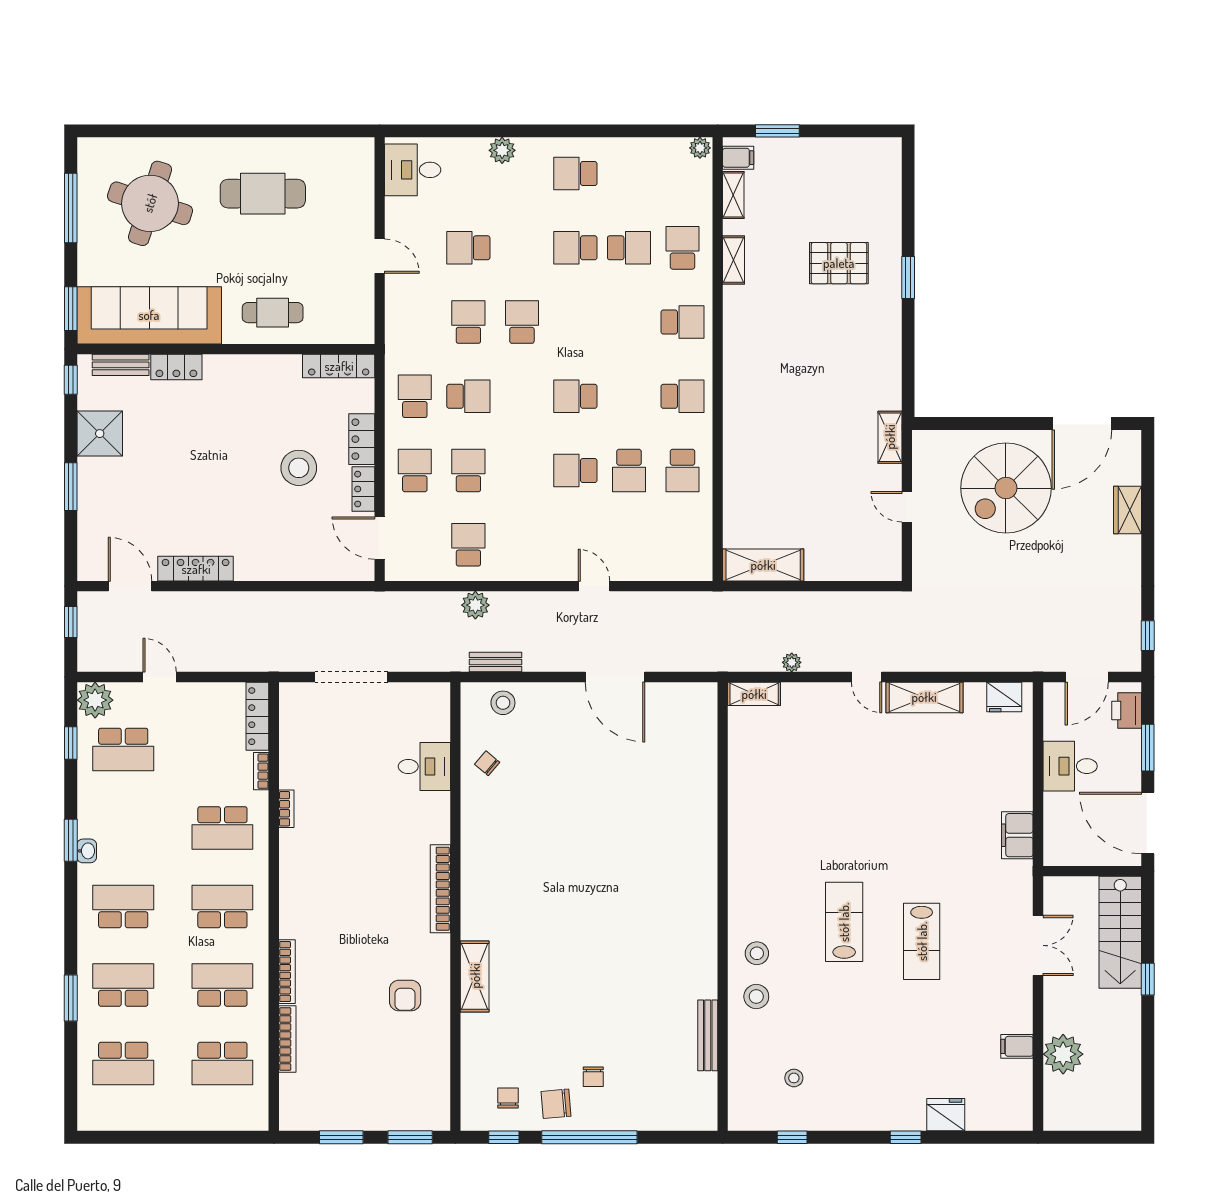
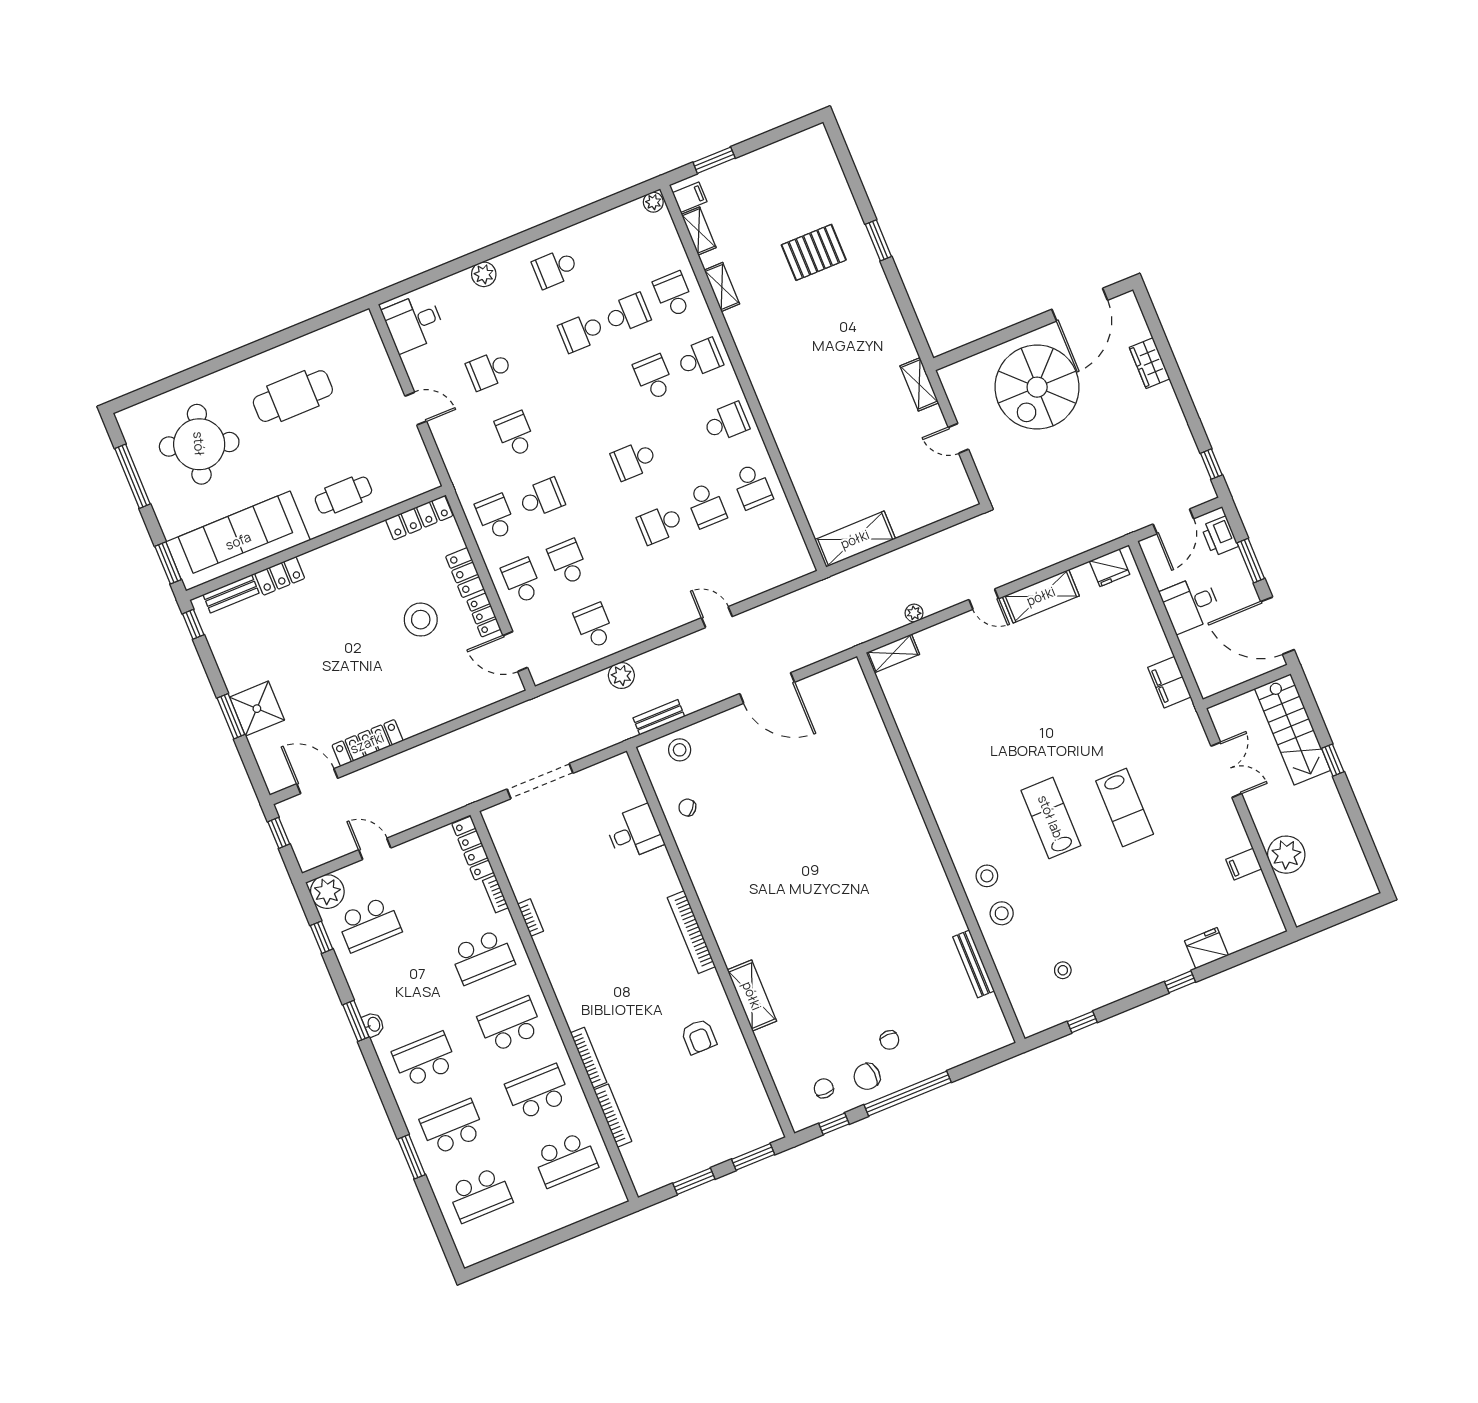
school desk: (522, 322) -> (654, 377), moved
shower: (100, 434) -> (257, 709), moved

